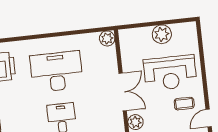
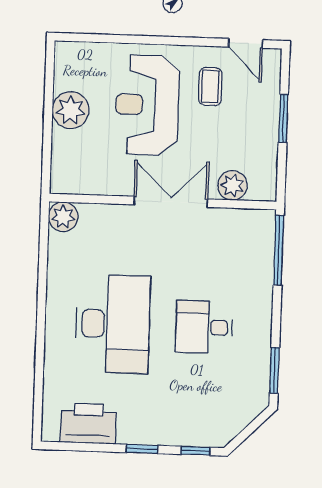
desk: (56, 72) -> (113, 324), turned 180
reception desk: (170, 73) -> (147, 105), turned 180

